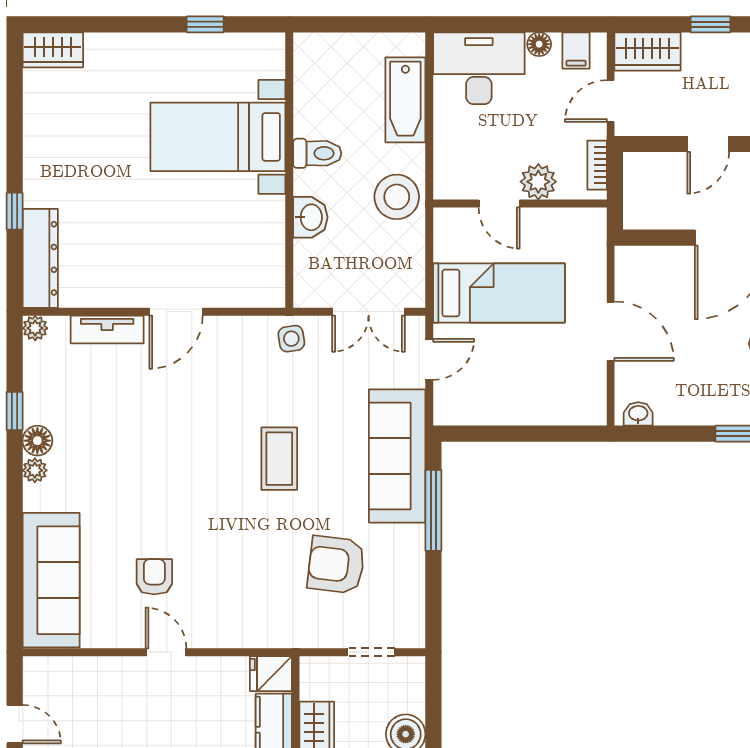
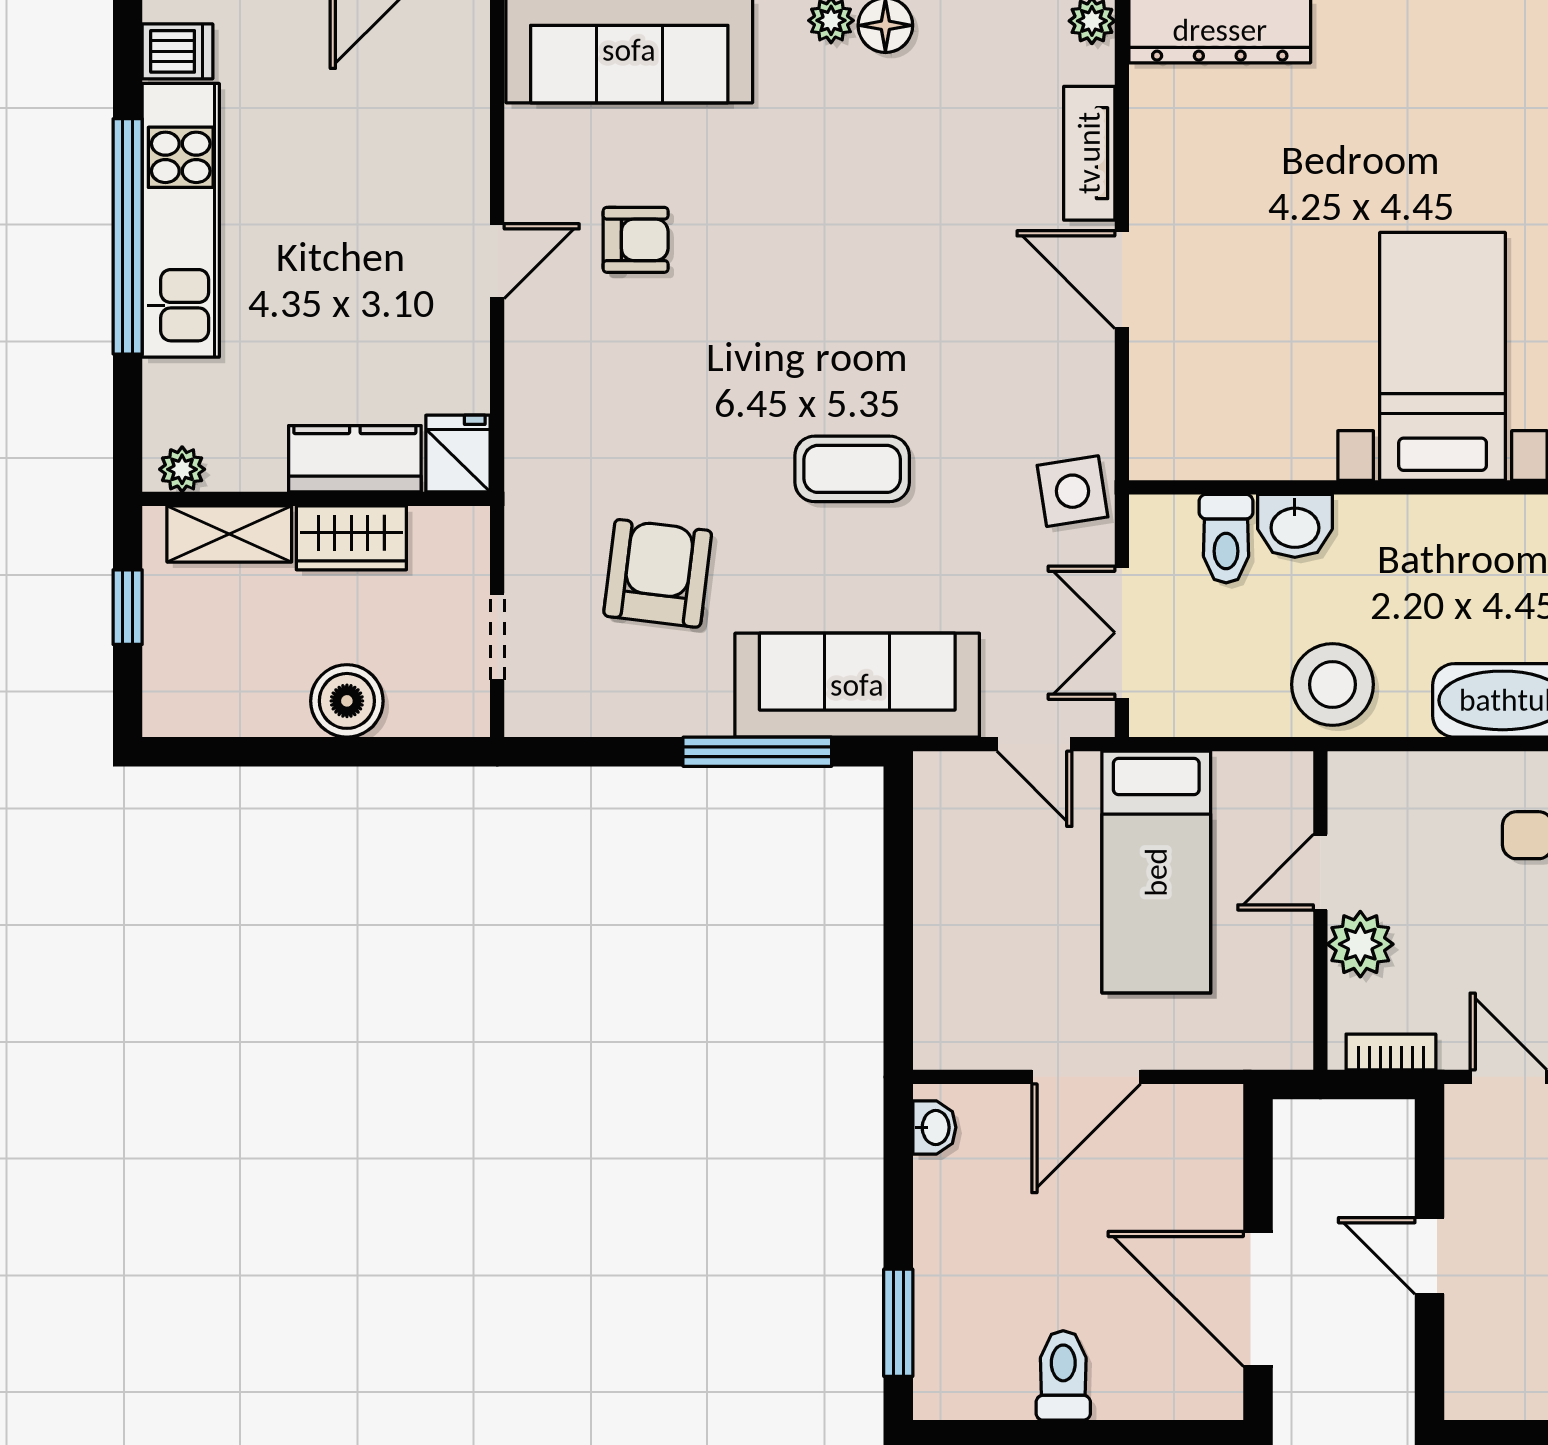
toilet: (317, 153) -> (1226, 539), moved
side table: (291, 339) -> (1073, 491), width x1.37, depth x1.37

